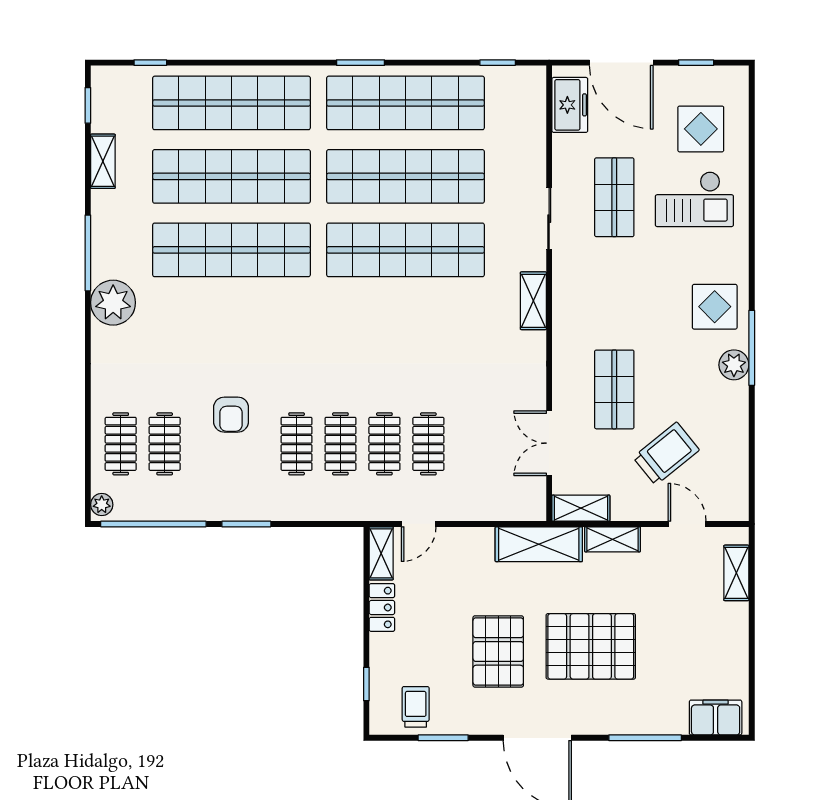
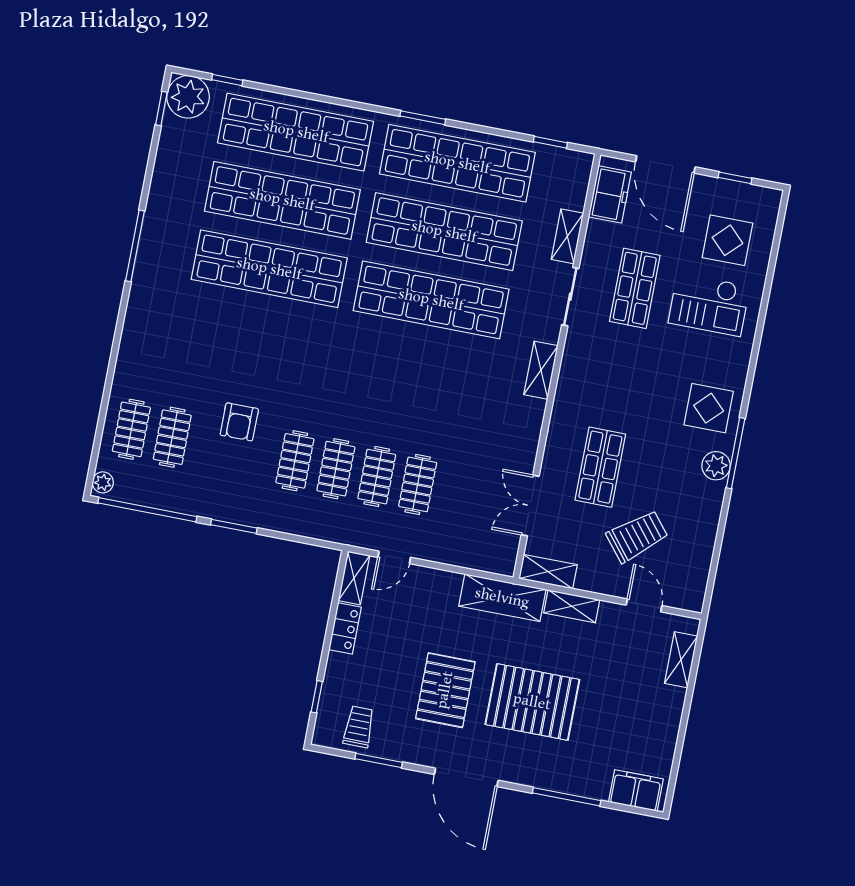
shelving: (103, 161) -> (567, 236), moved
plant: (113, 303) -> (188, 97), moved

